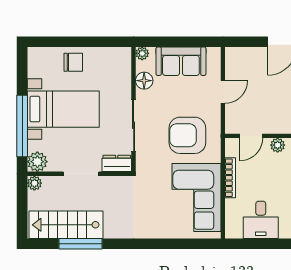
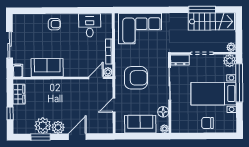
plant: (278, 145) -> (108, 72), moved
corner sofa: (196, 198) -> (140, 28), moved, turned 90

